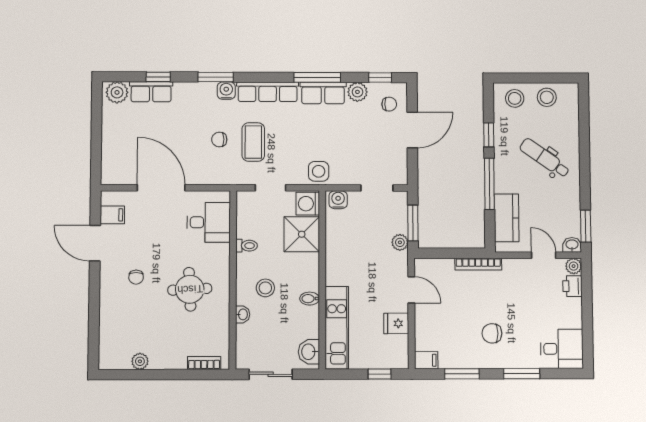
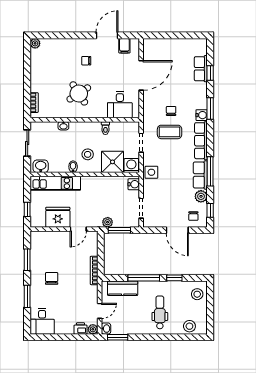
plant: (117, 92) -> (200, 48), removed
stool: (547, 97) -> (189, 326), moved
dental chair: (545, 158) -> (160, 312), turned -35
stool: (265, 288) -> (88, 154), moved
round table: (190, 289) -> (79, 93), turned -30
fridge: (396, 323) -> (58, 217), width x1.88, depth x1.34
filing cabinet: (426, 360) -> (35, 238), removed
plant: (140, 361) -> (35, 43), moved

